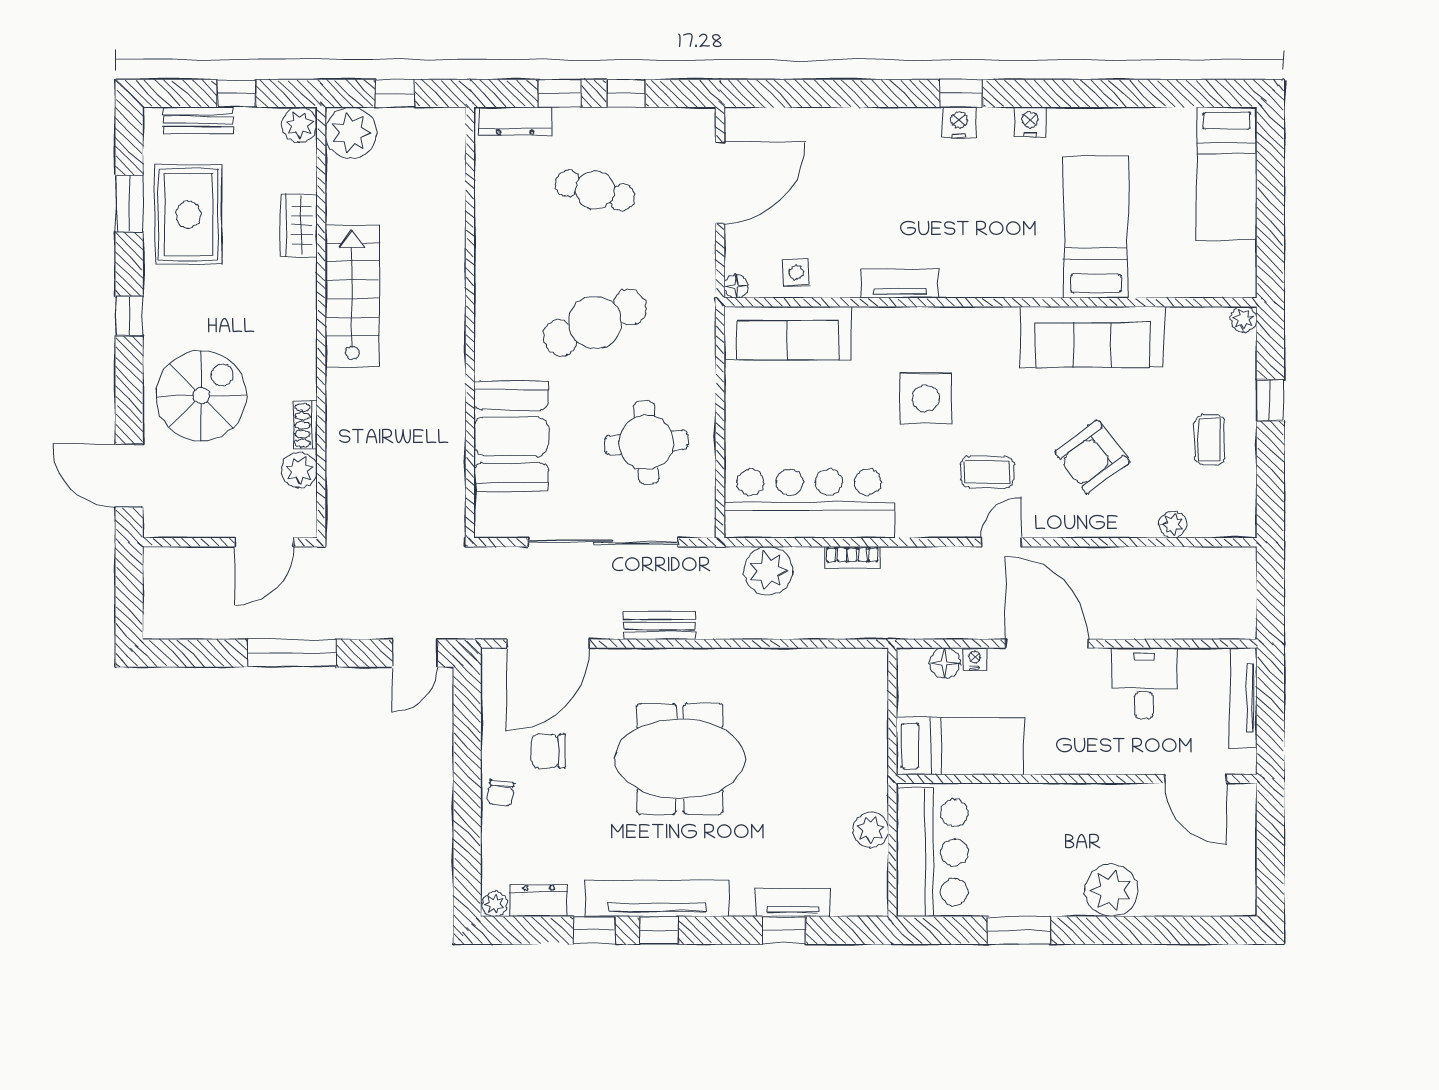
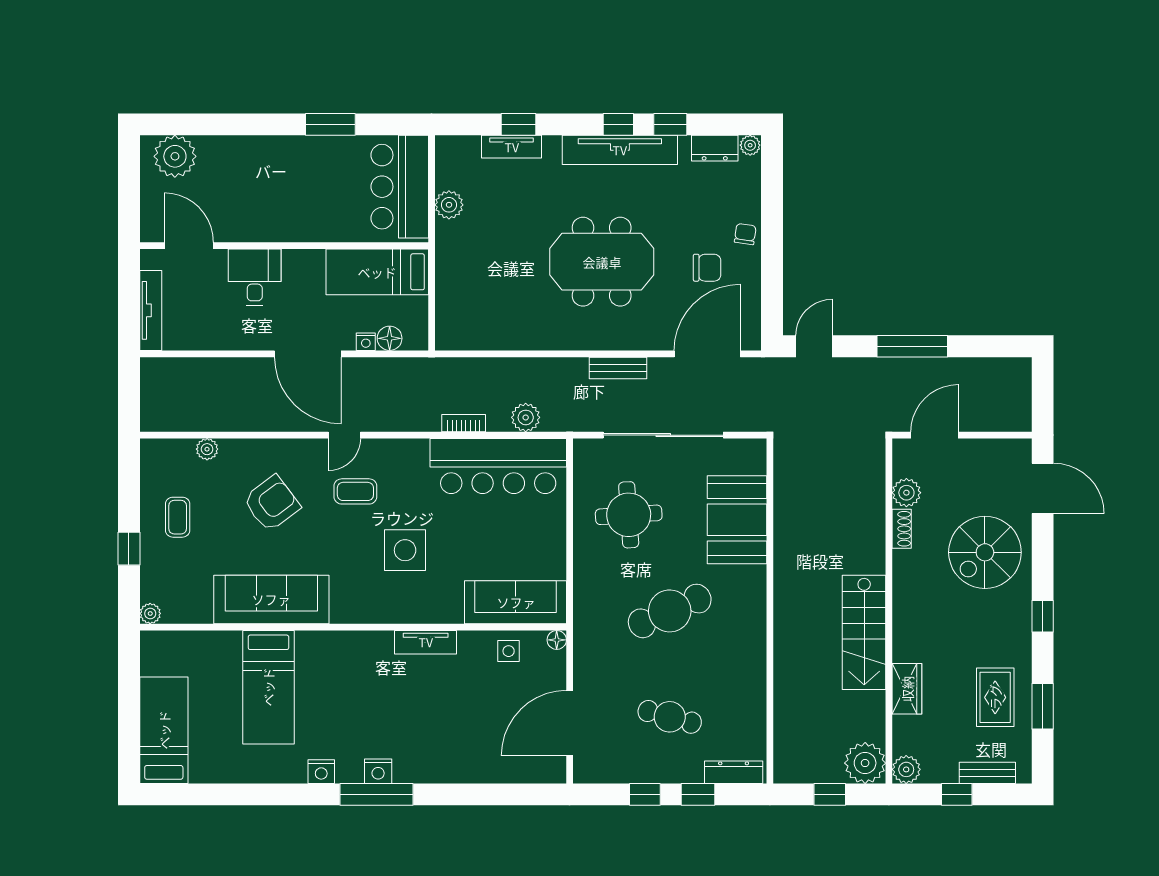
window: (961, 93) -> (376, 794), width x2.17
rug: (188, 215) -> (995, 697), width x0.73, depth x0.70
plant: (768, 571) -> (526, 417), width x0.73, depth x0.73
desk: (1144, 683) -> (255, 277), moved, turned 180
plant: (1111, 890) -> (175, 156), moved

